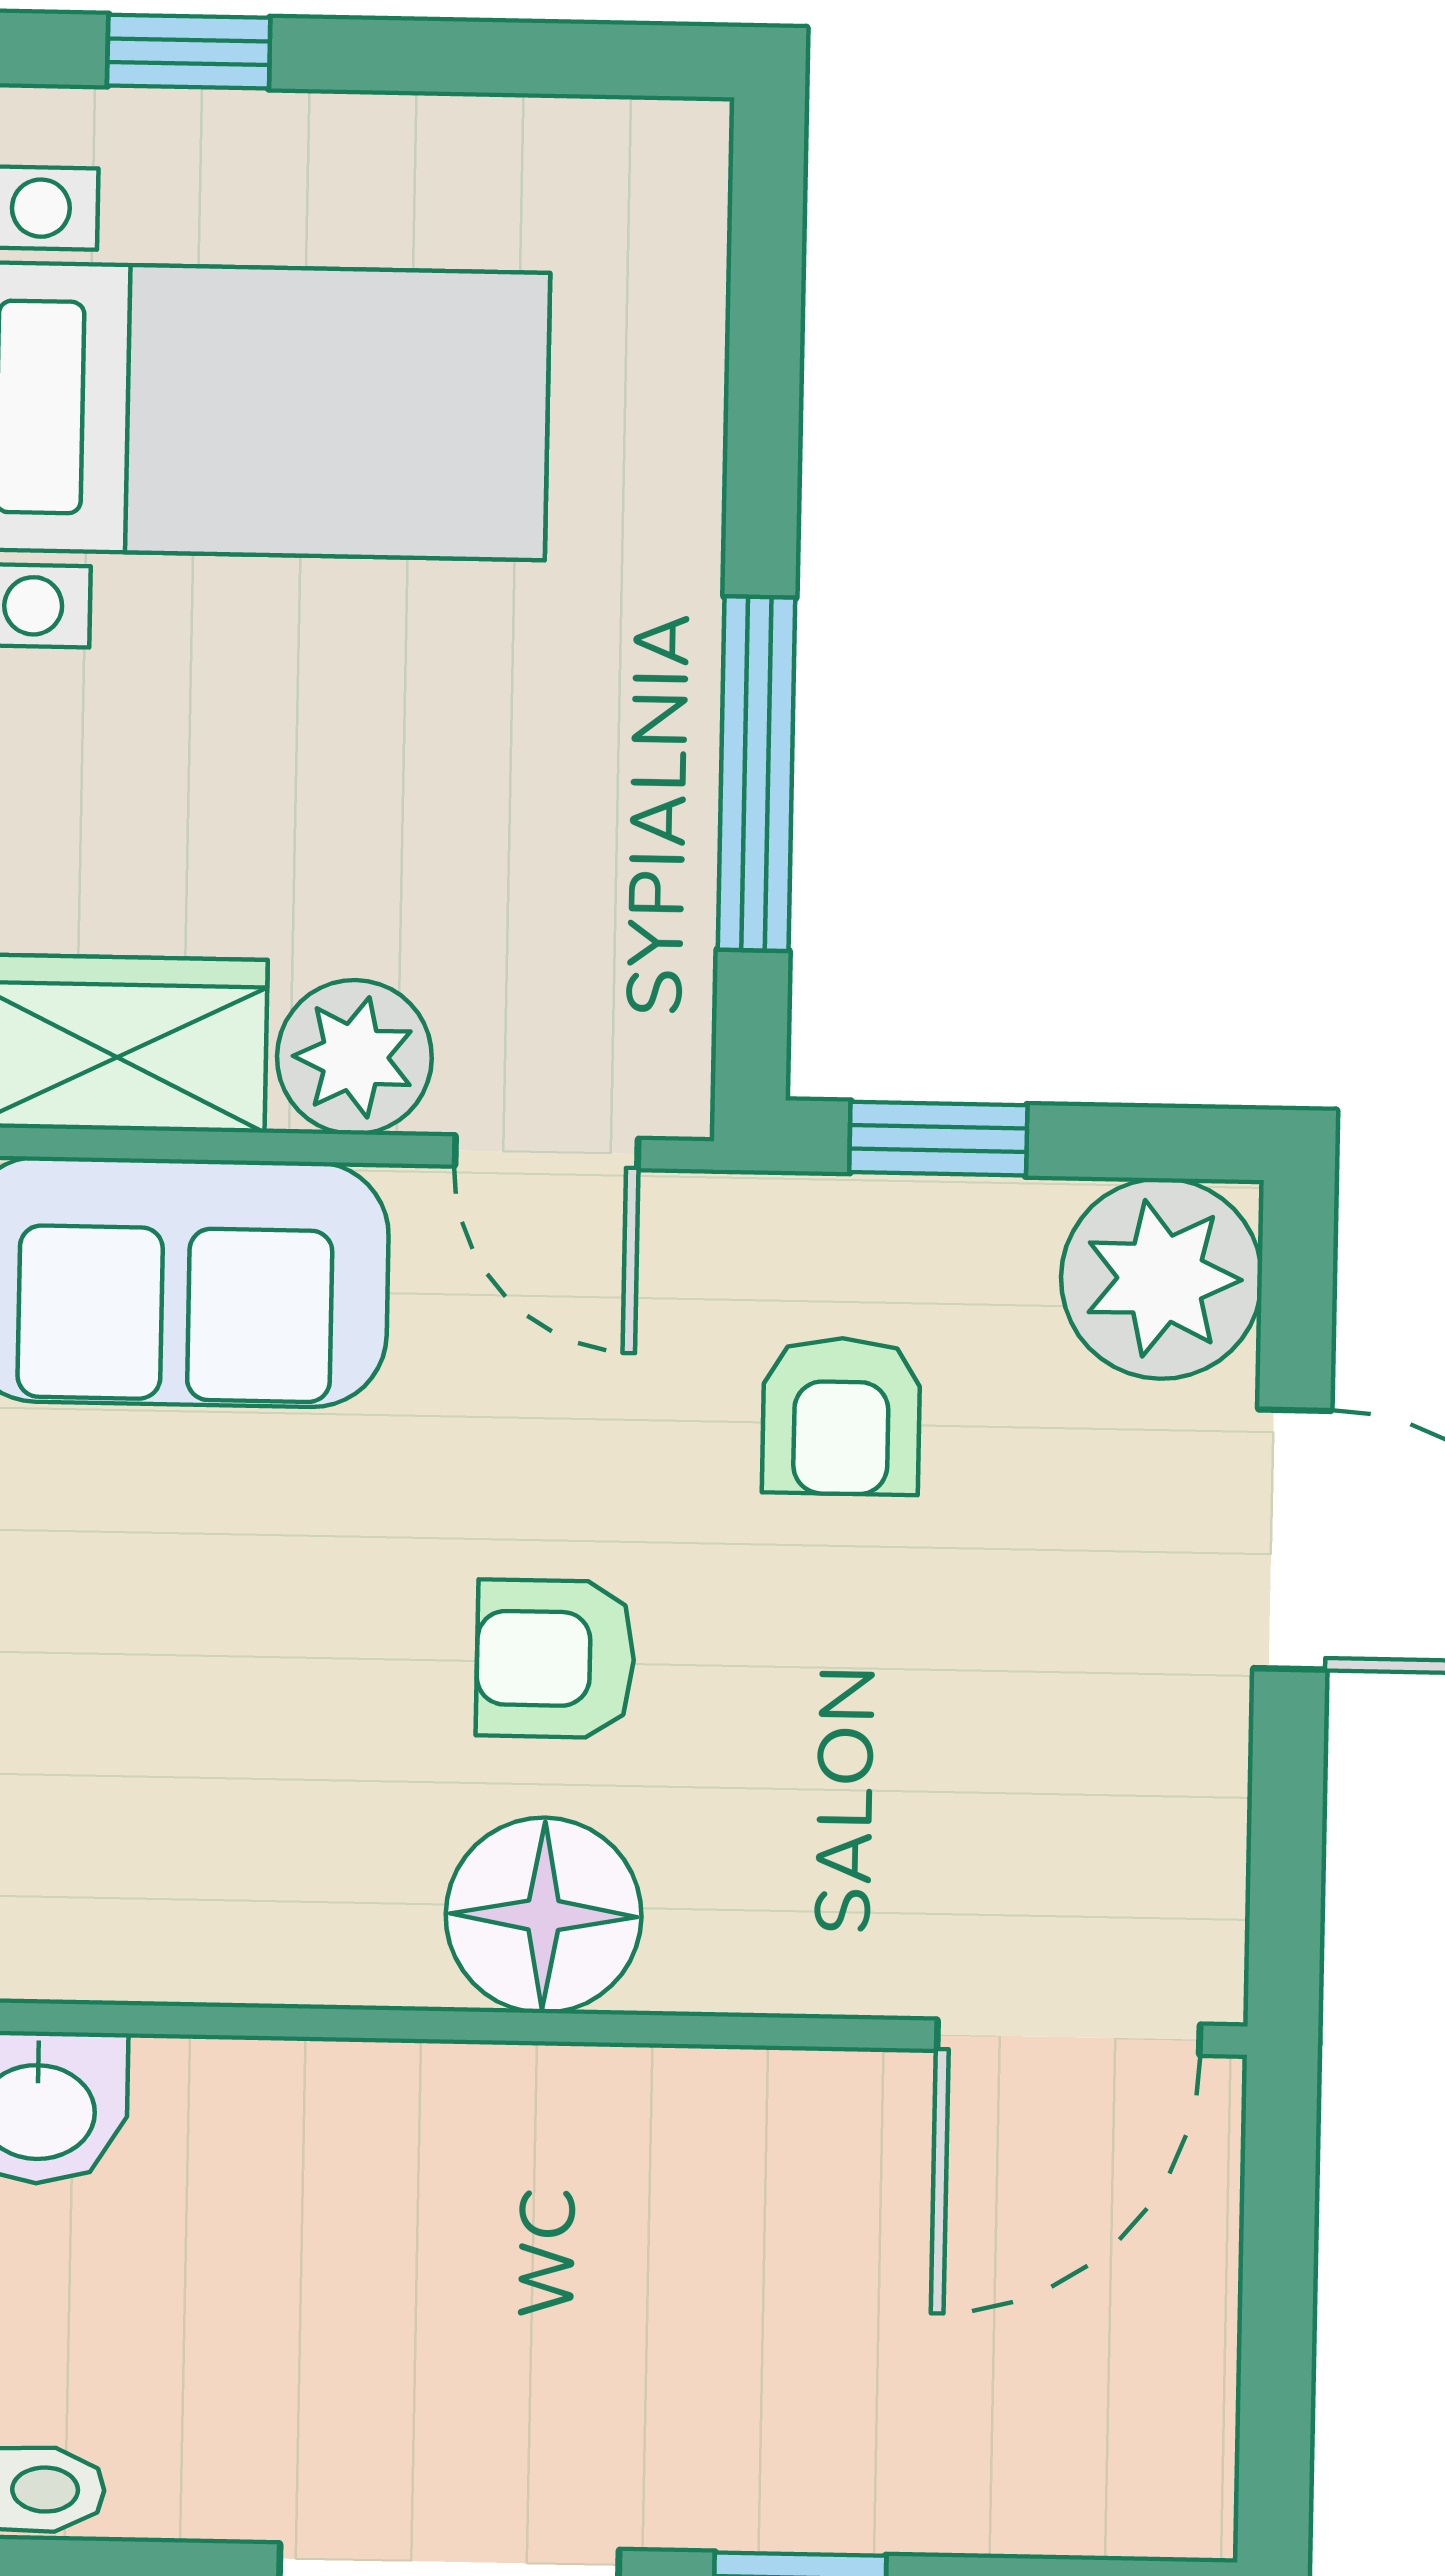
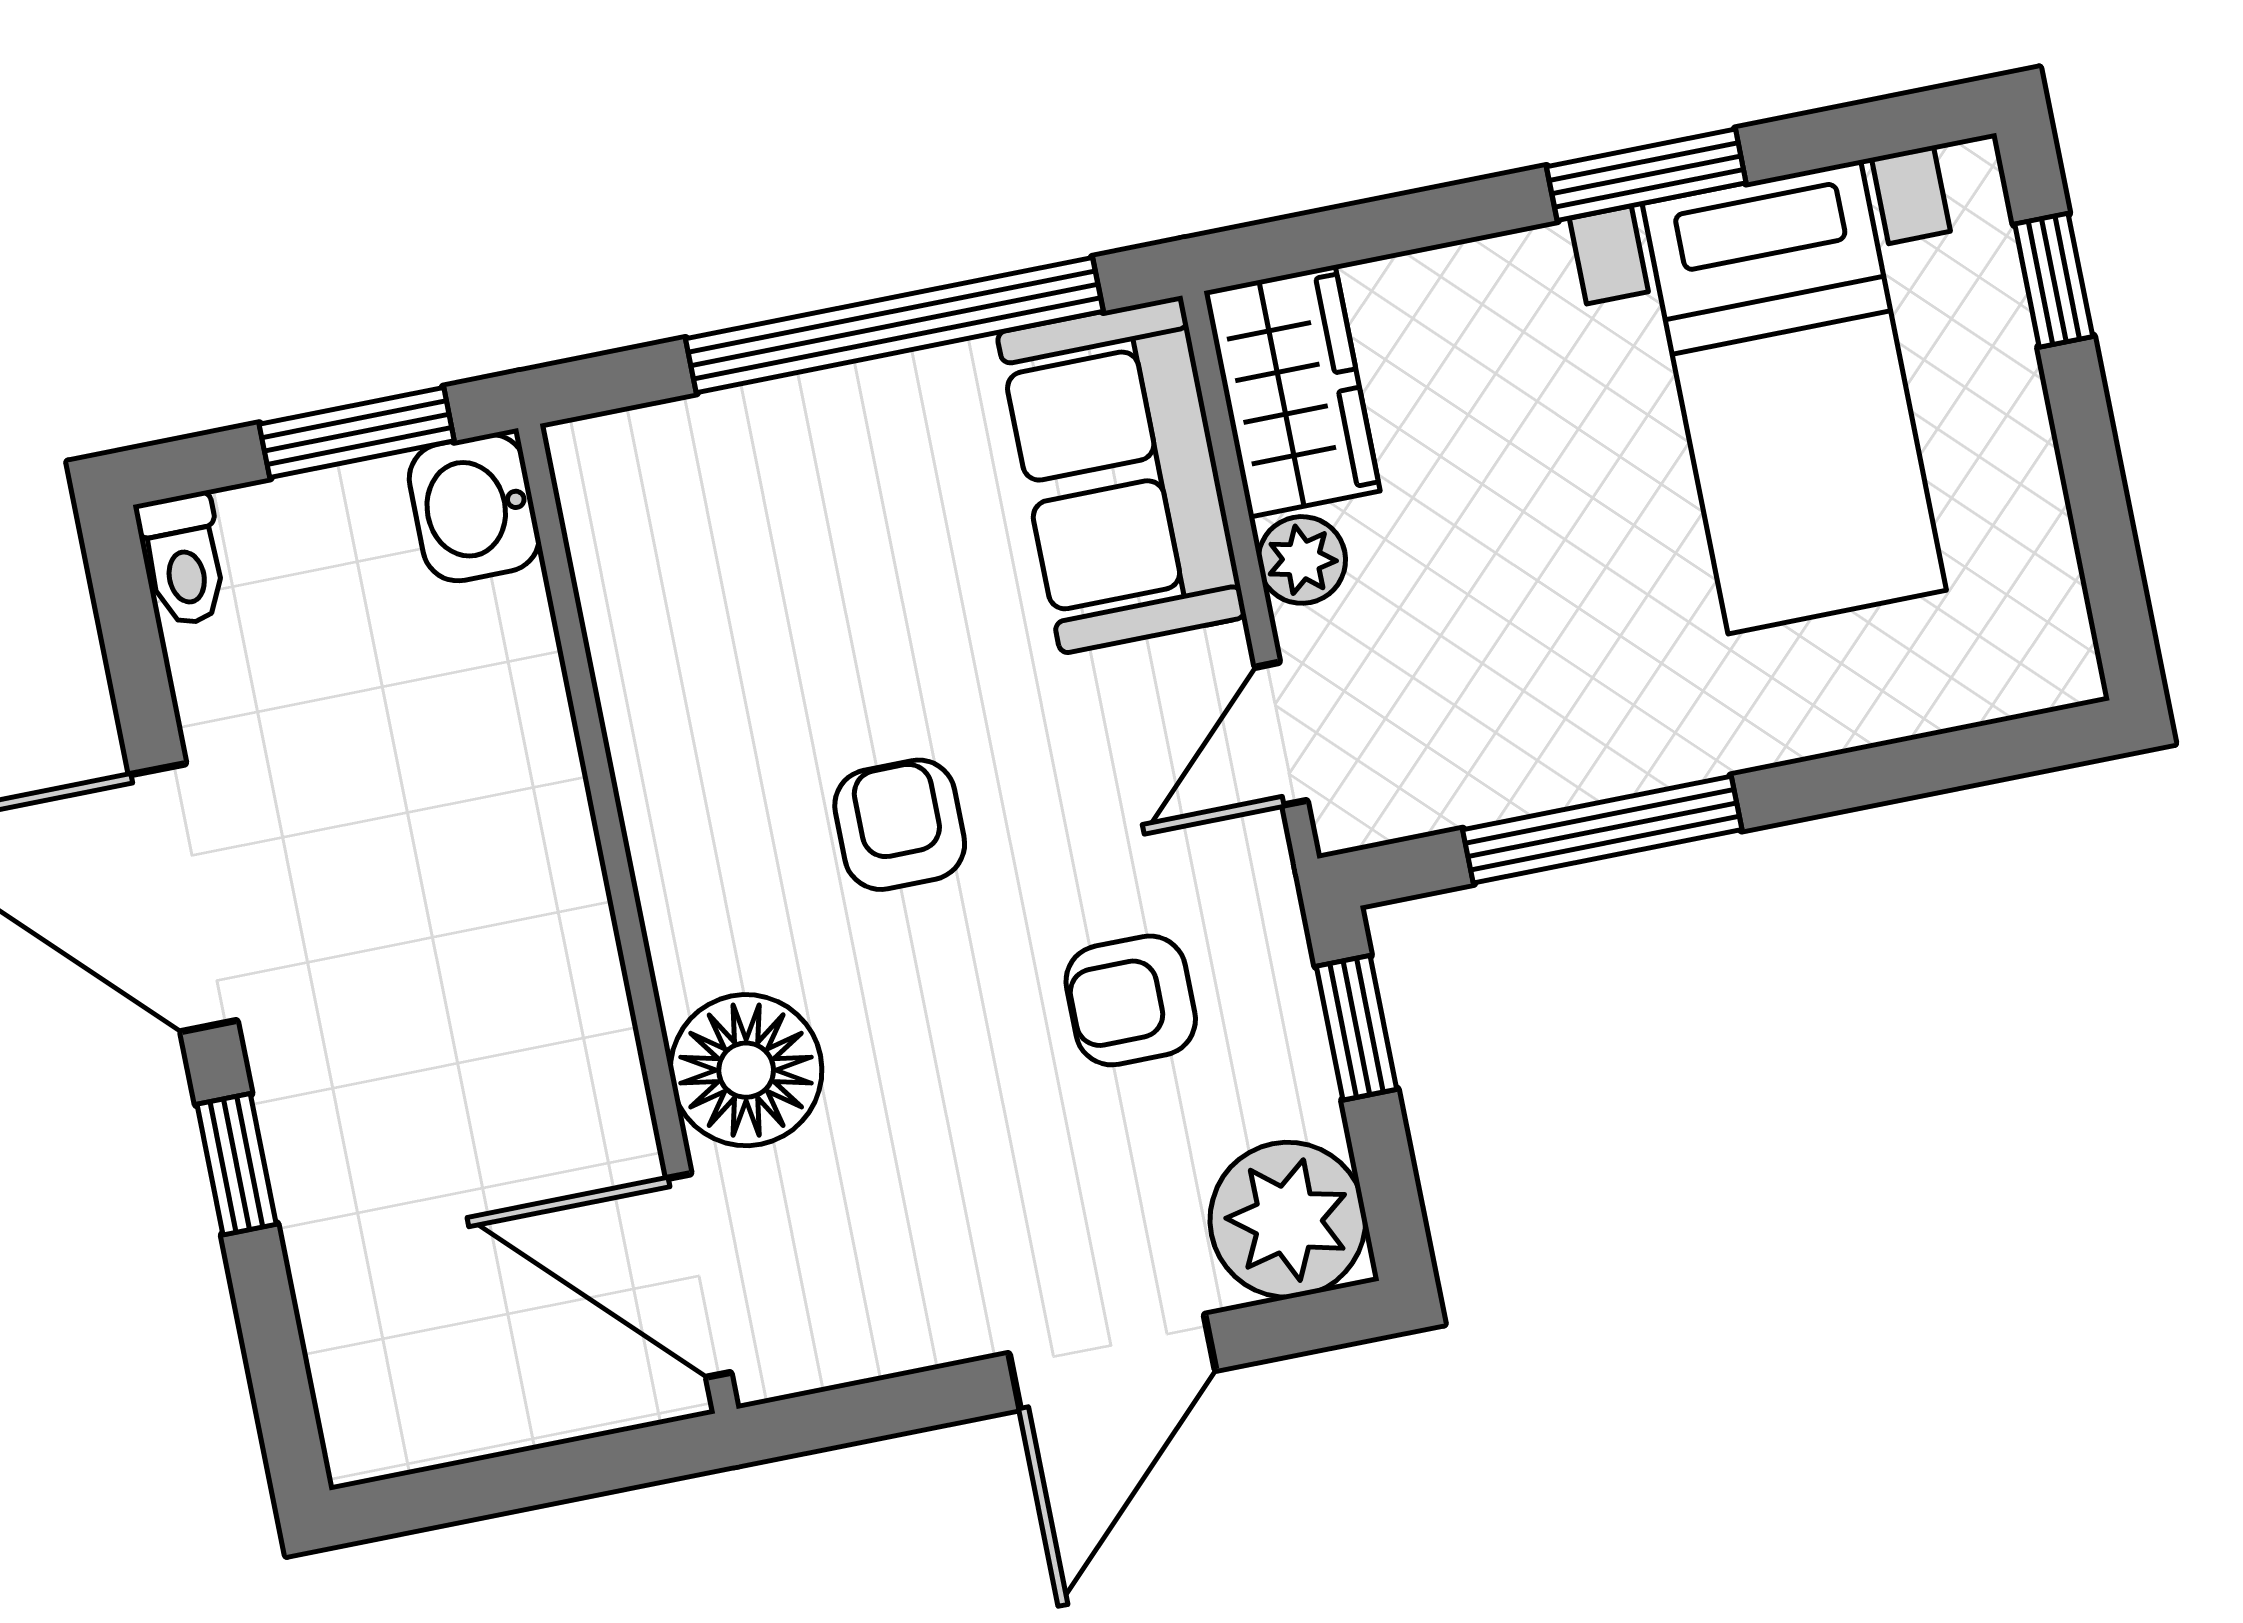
plant: (354, 1057) -> (1302, 560), width x0.73, depth x0.73
floor lamp: (544, 1915) -> (746, 1070), moved

